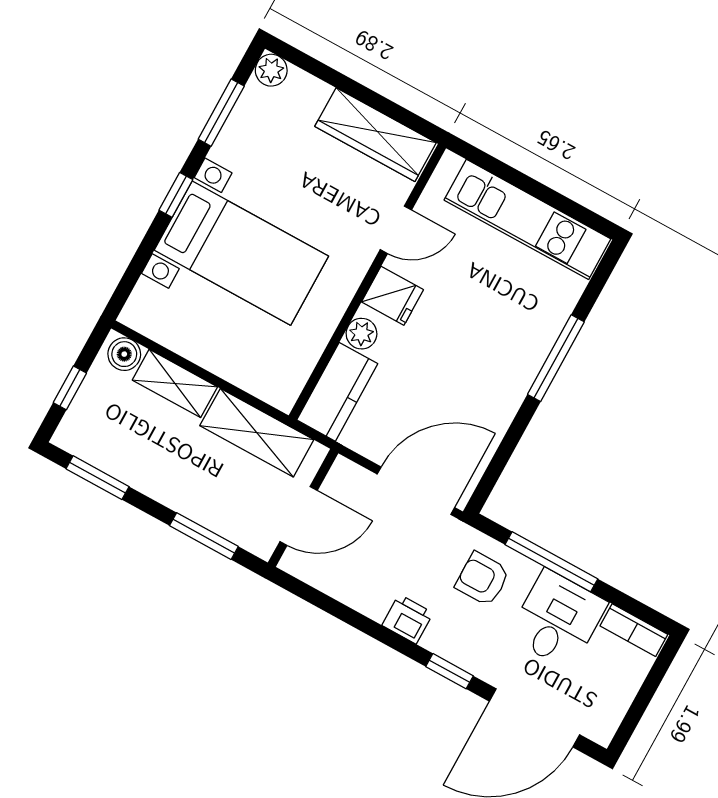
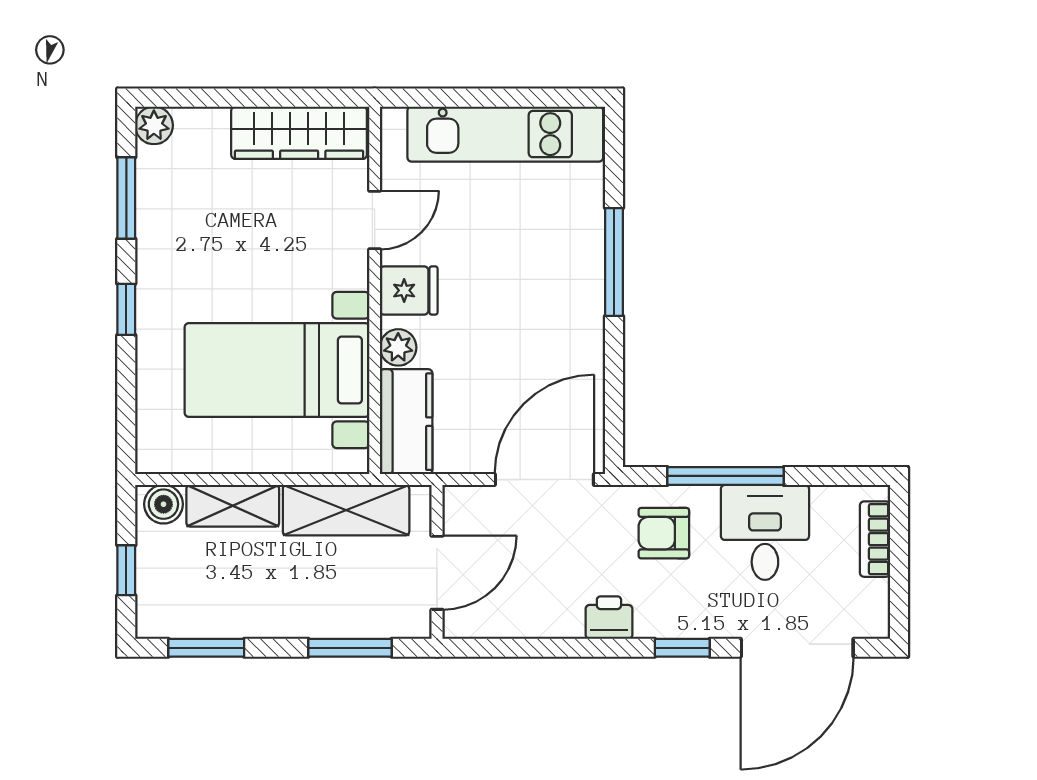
bed with nightstands: (241, 253) -> (277, 370), moved, turned 180
bookcase: (634, 630) -> (875, 539), moved, turned 90

